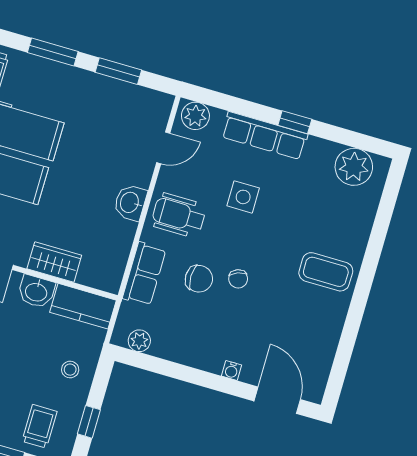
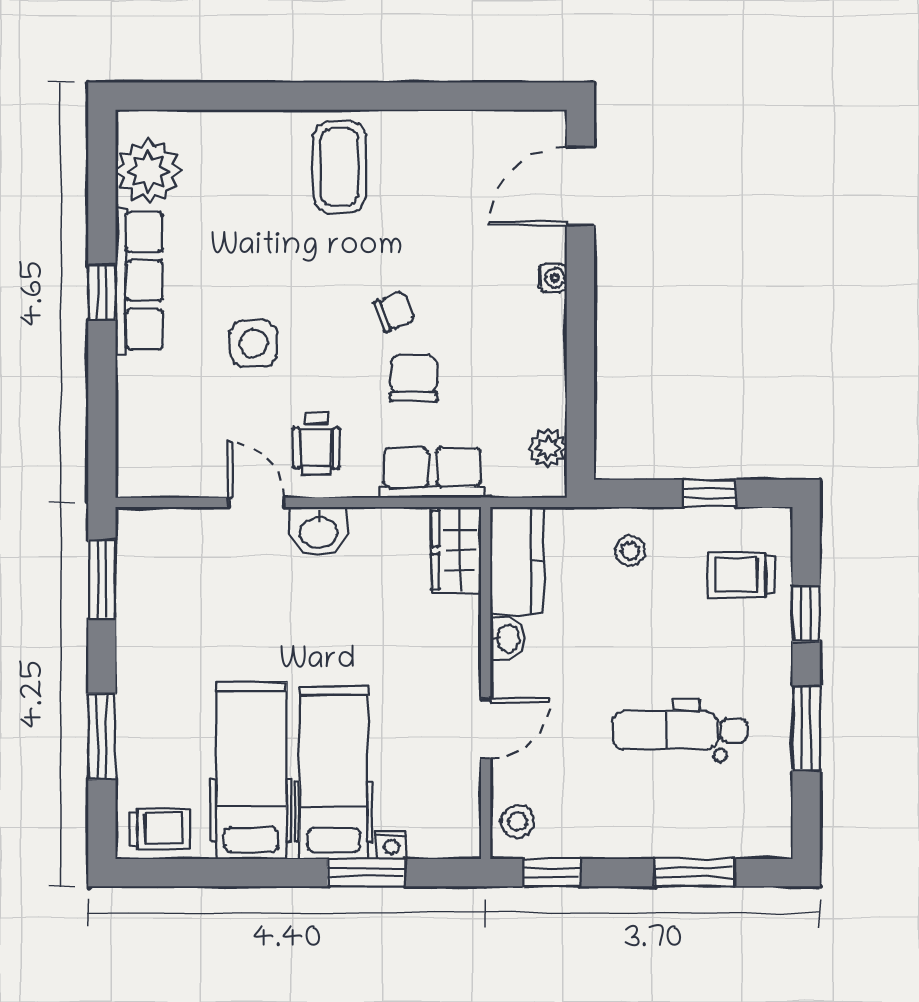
window: (118, 71) -> (102, 579), moved
plant: (195, 116) -> (140, 464), removed
row of seats: (265, 136) -> (139, 280), moved
door: (163, 148) -> (256, 502), moved
wheelchair: (179, 215) -> (316, 443), width x0.73, depth x0.73
wardrobe: (54, 262) -> (456, 550), moved
washbasin: (36, 291) -> (507, 638), width x0.72, depth x0.69

